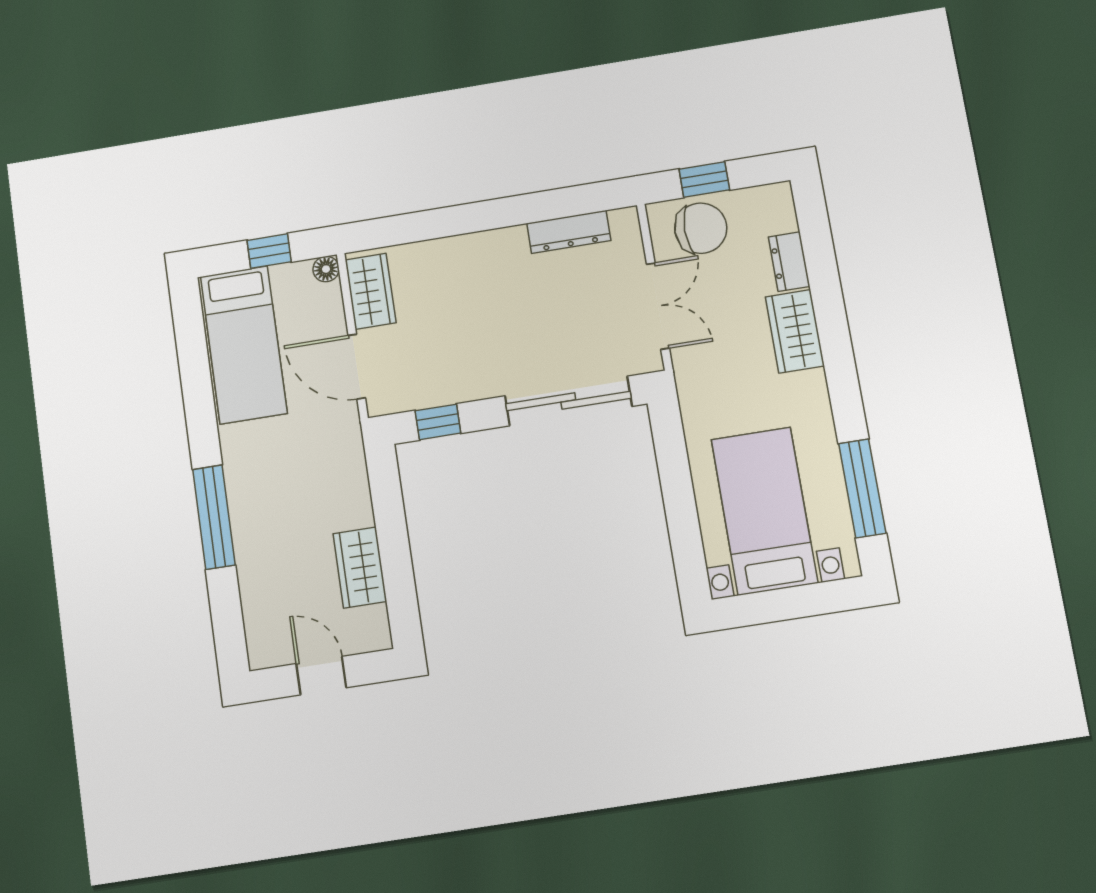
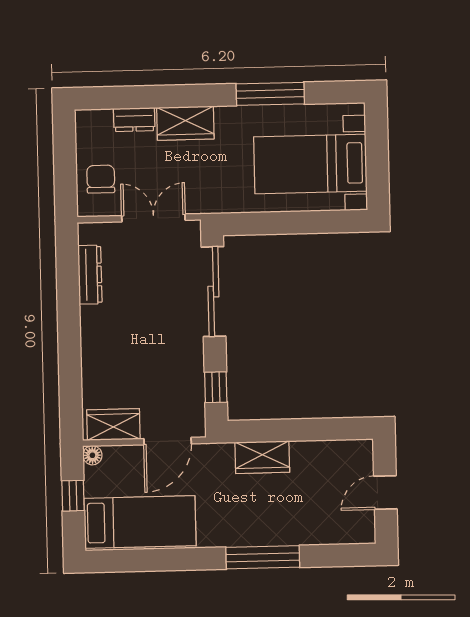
window: (704, 180) -> (65, 171), removed
chair: (701, 228) -> (101, 179), width x0.73, depth x0.73
window: (862, 488) -> (270, 94), moved
wardrobe: (360, 567) -> (262, 457), moved

